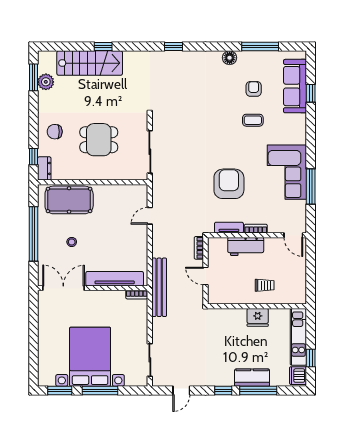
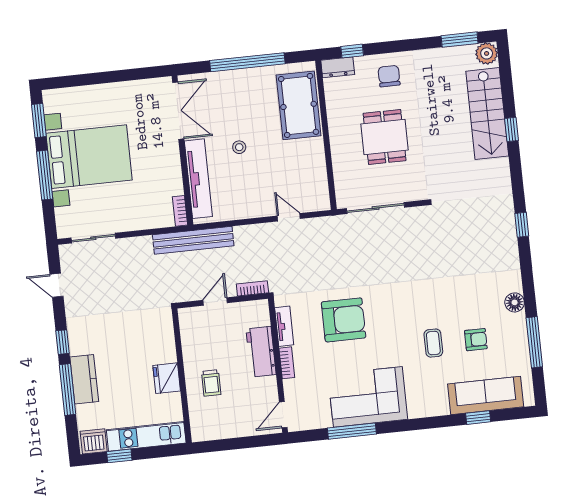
plant: (46, 82) -> (487, 53), moved
stool: (72, 242) -> (239, 147), moved

